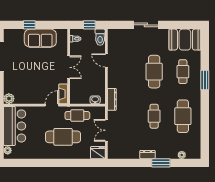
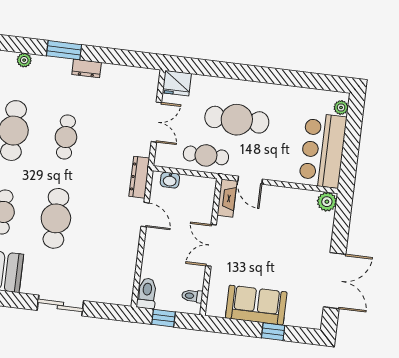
door: (106, 60) -> (145, 215), moved
door: (52, 105) -> (250, 180), hinge flipped

